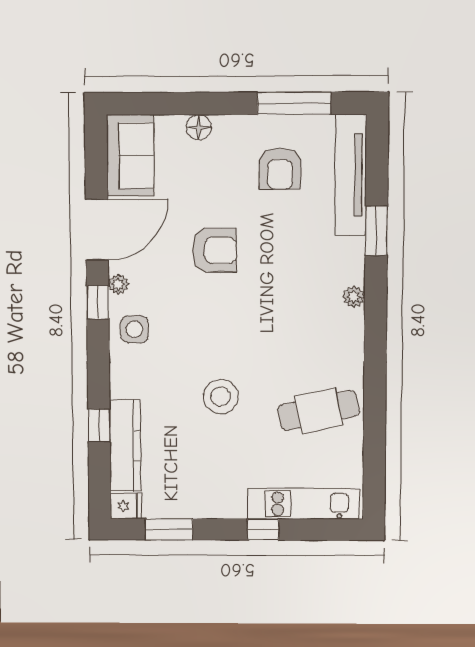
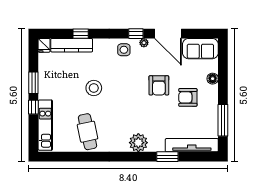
armchair: (280, 169) -> (188, 97), moved
plant: (354, 297) -> (138, 143), width x1.87, depth x1.87
window: (169, 529) -> (33, 83), moved

